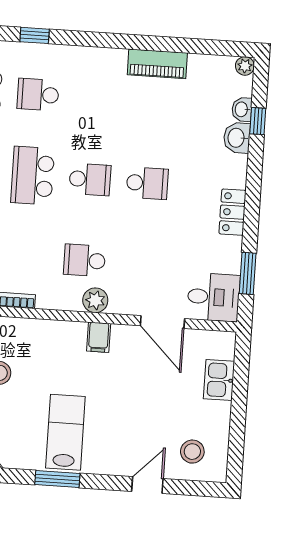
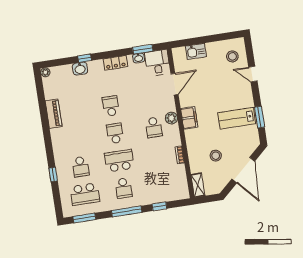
washbasin: (242, 109) -> (139, 58), moved
window: (258, 121) -> (85, 58), moved
school desk: (33, 176) -> (119, 161), turned 180
filing cabinet: (99, 337) -> (189, 118), width x2.00

